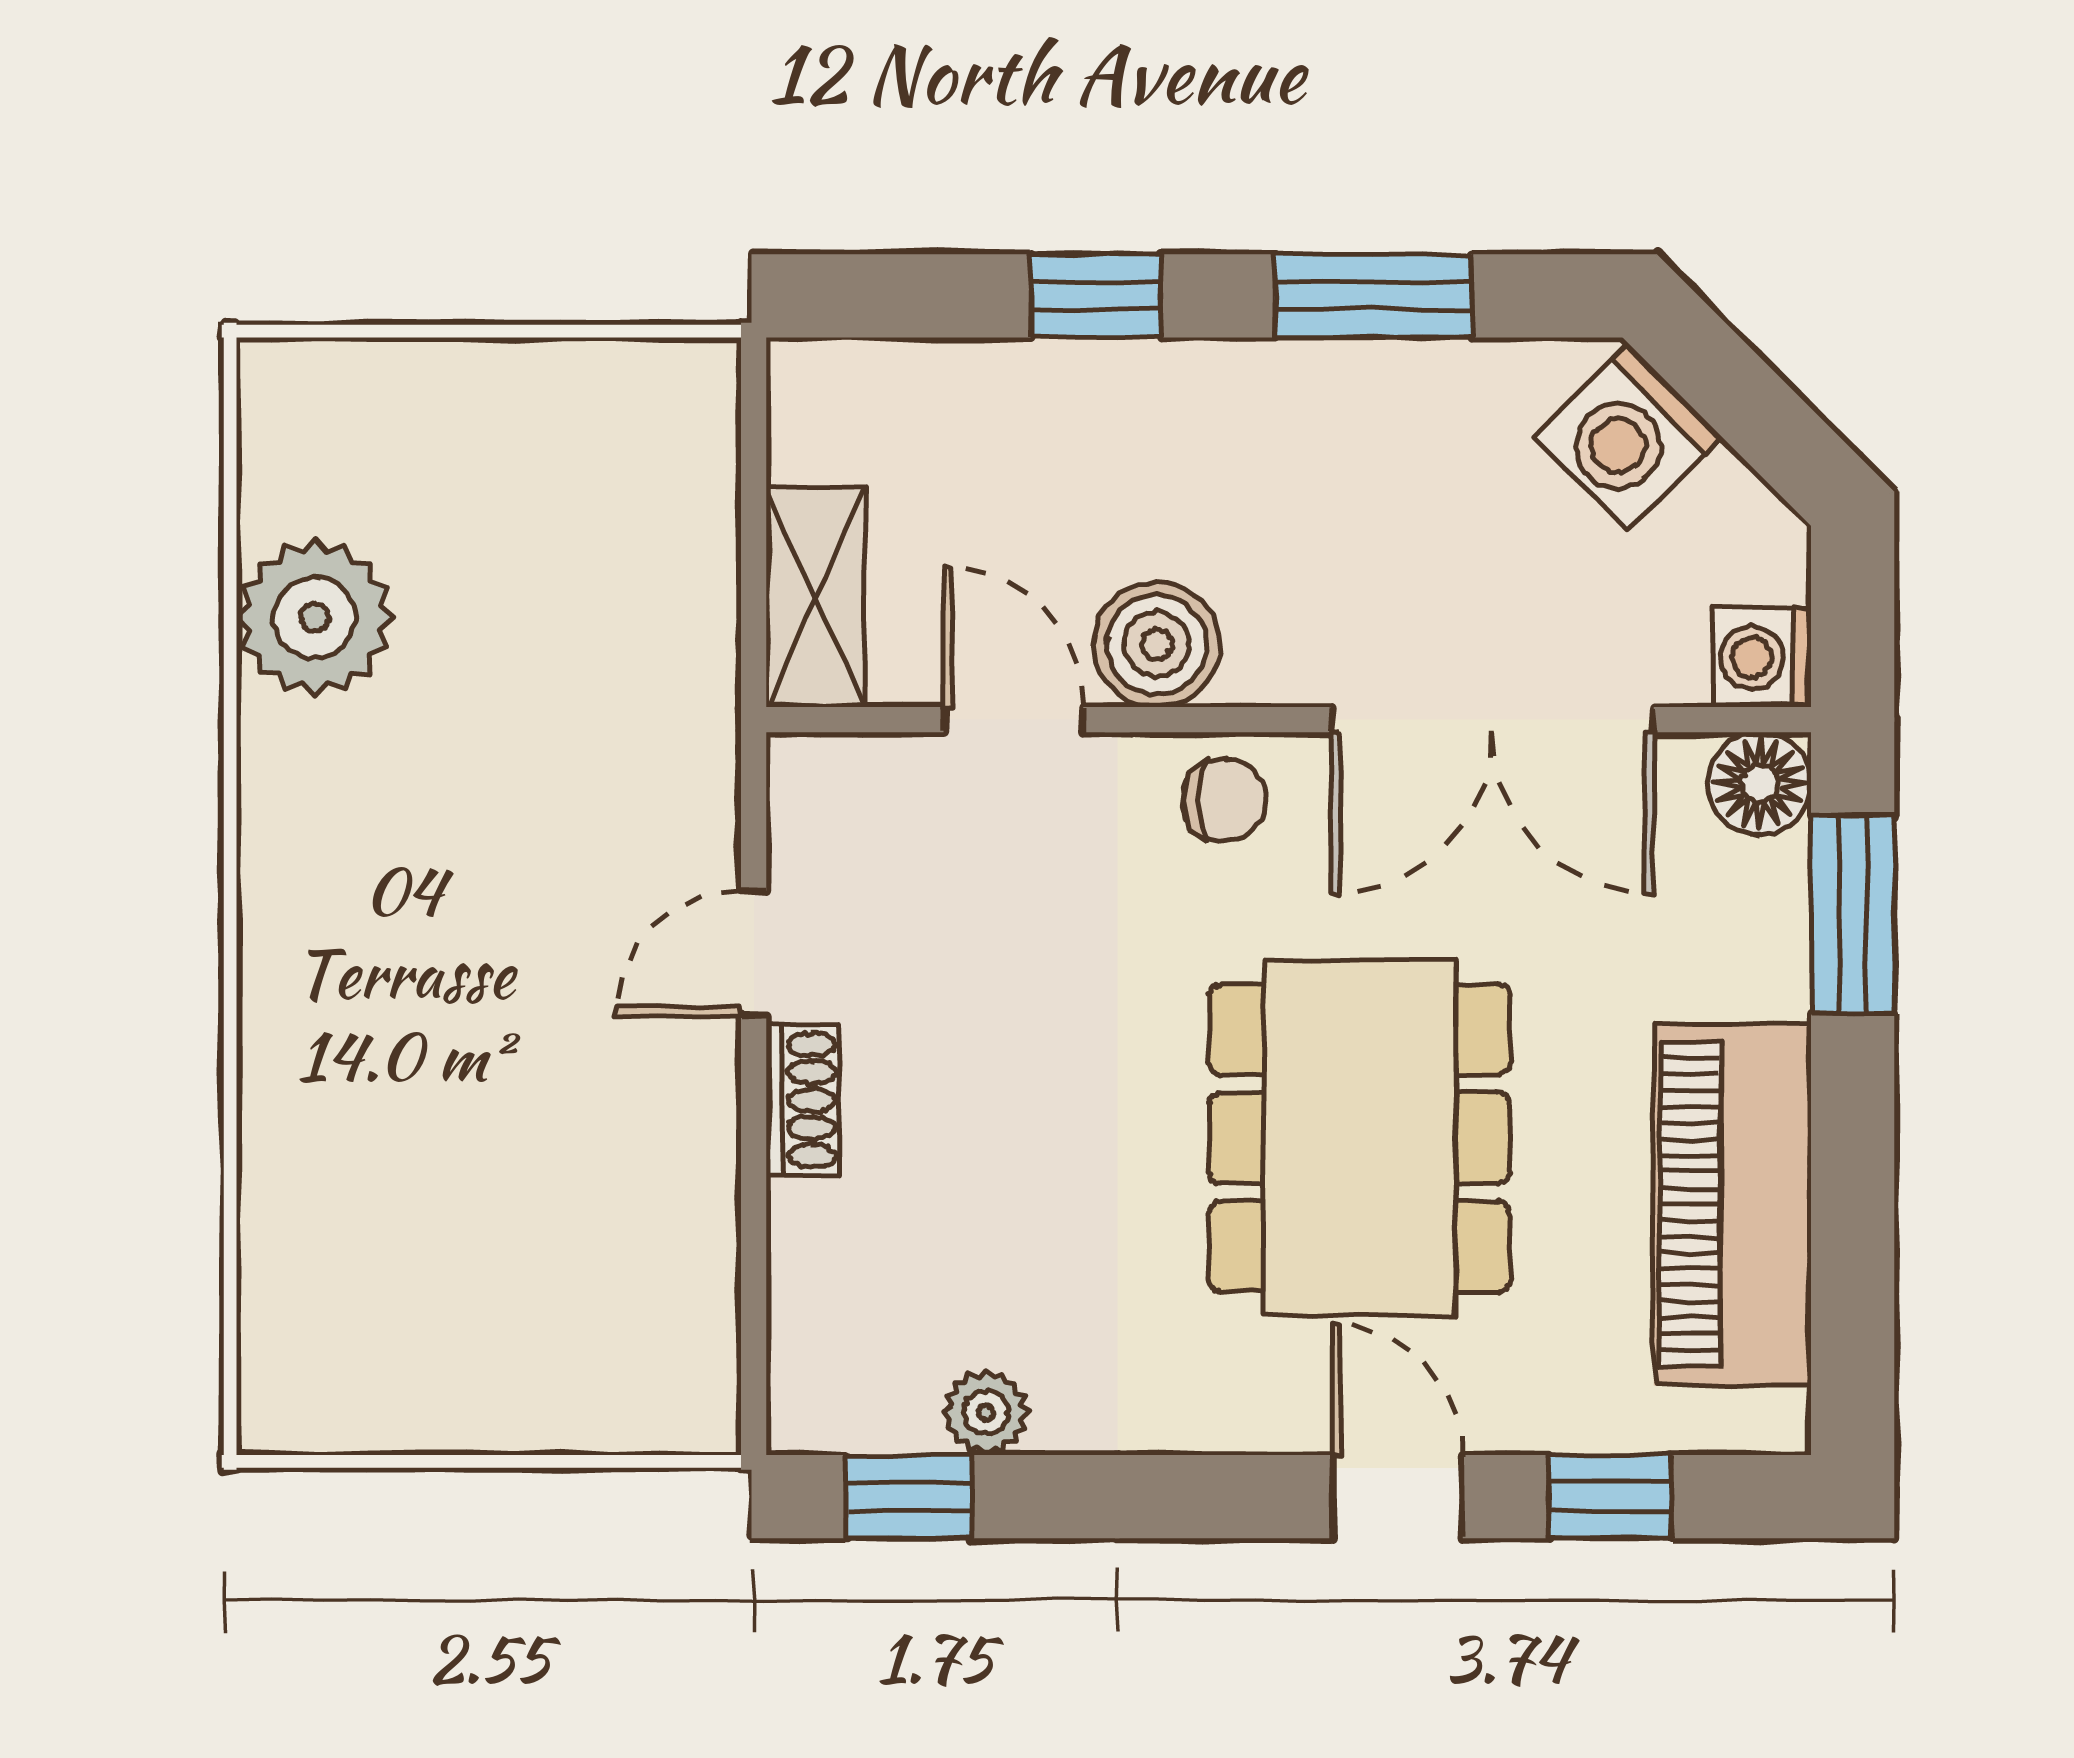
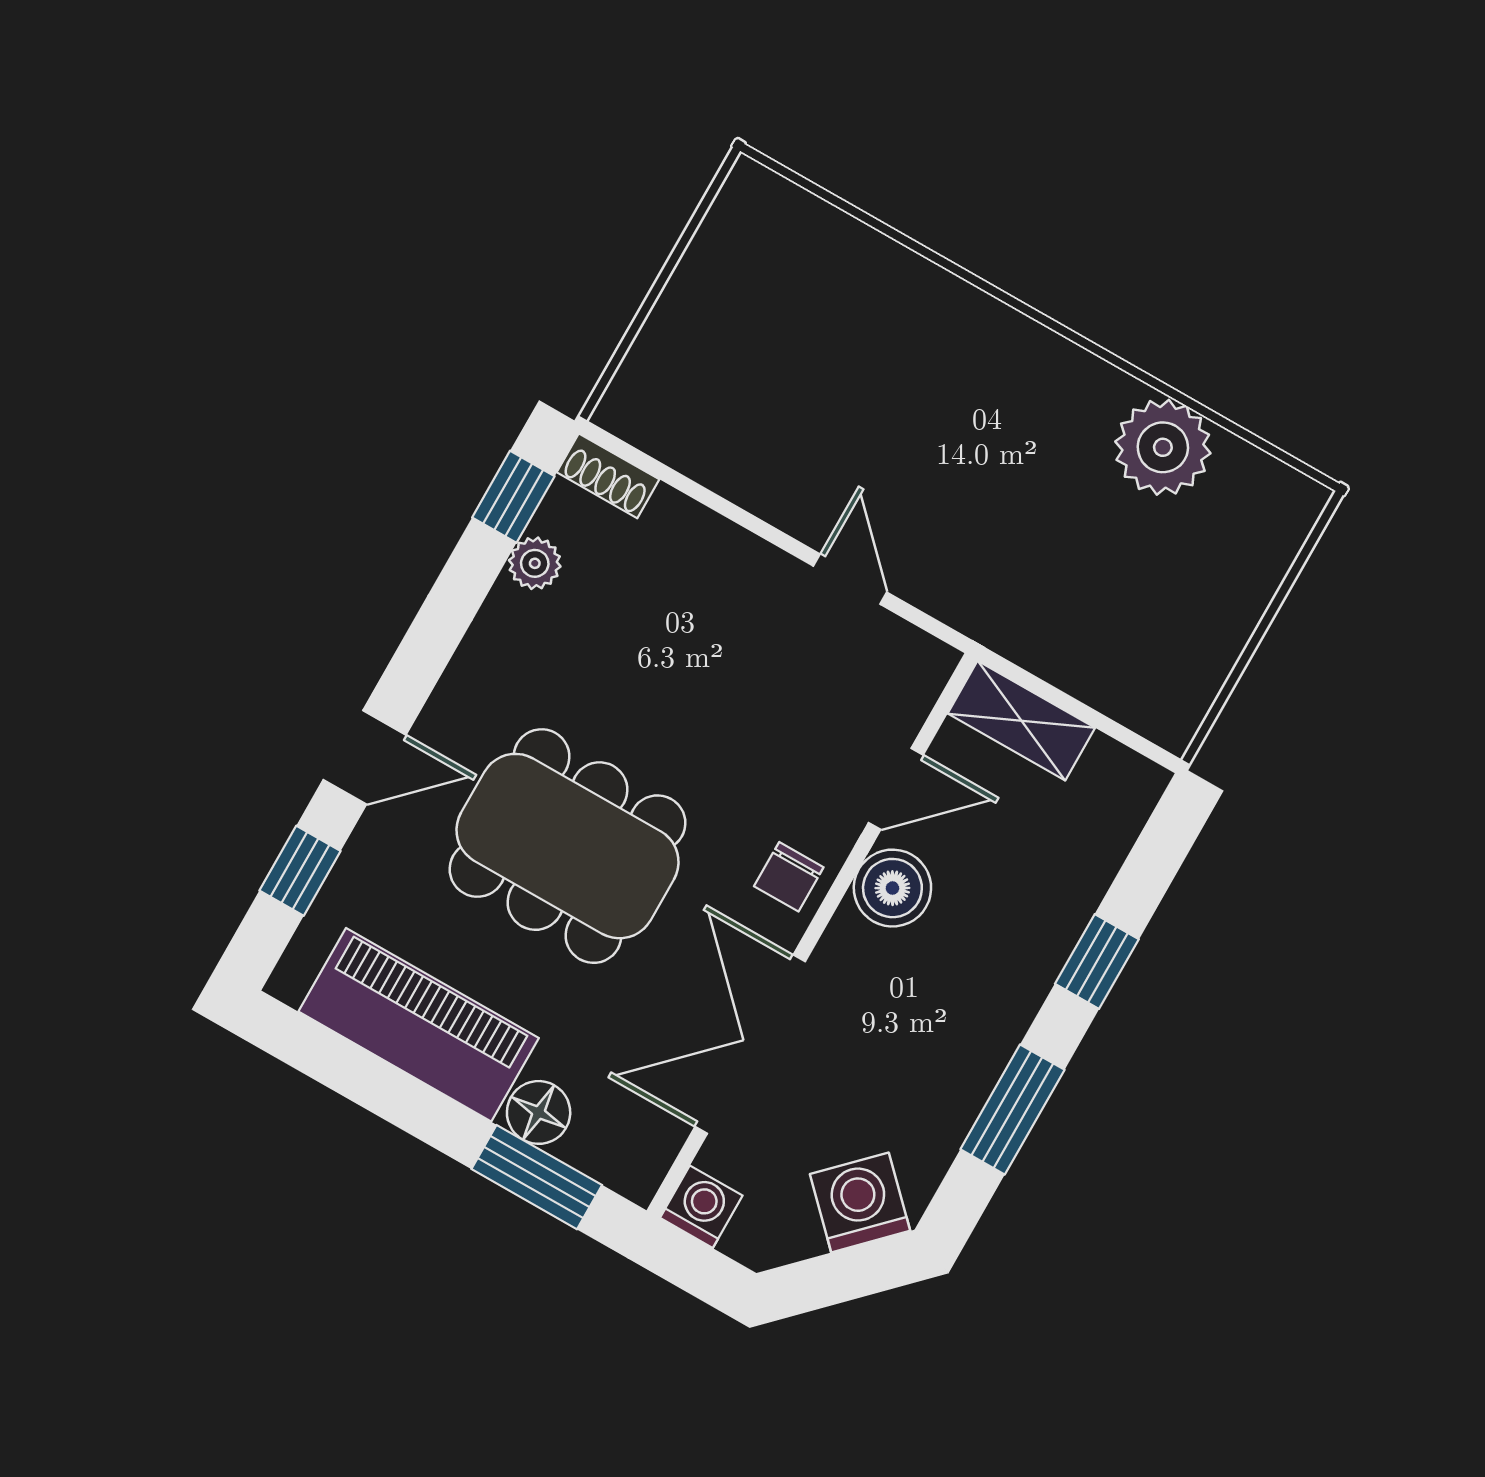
floor lamp: (1760, 783) -> (539, 1112), moved
shoe rack: (803, 1100) -> (608, 476), moved

